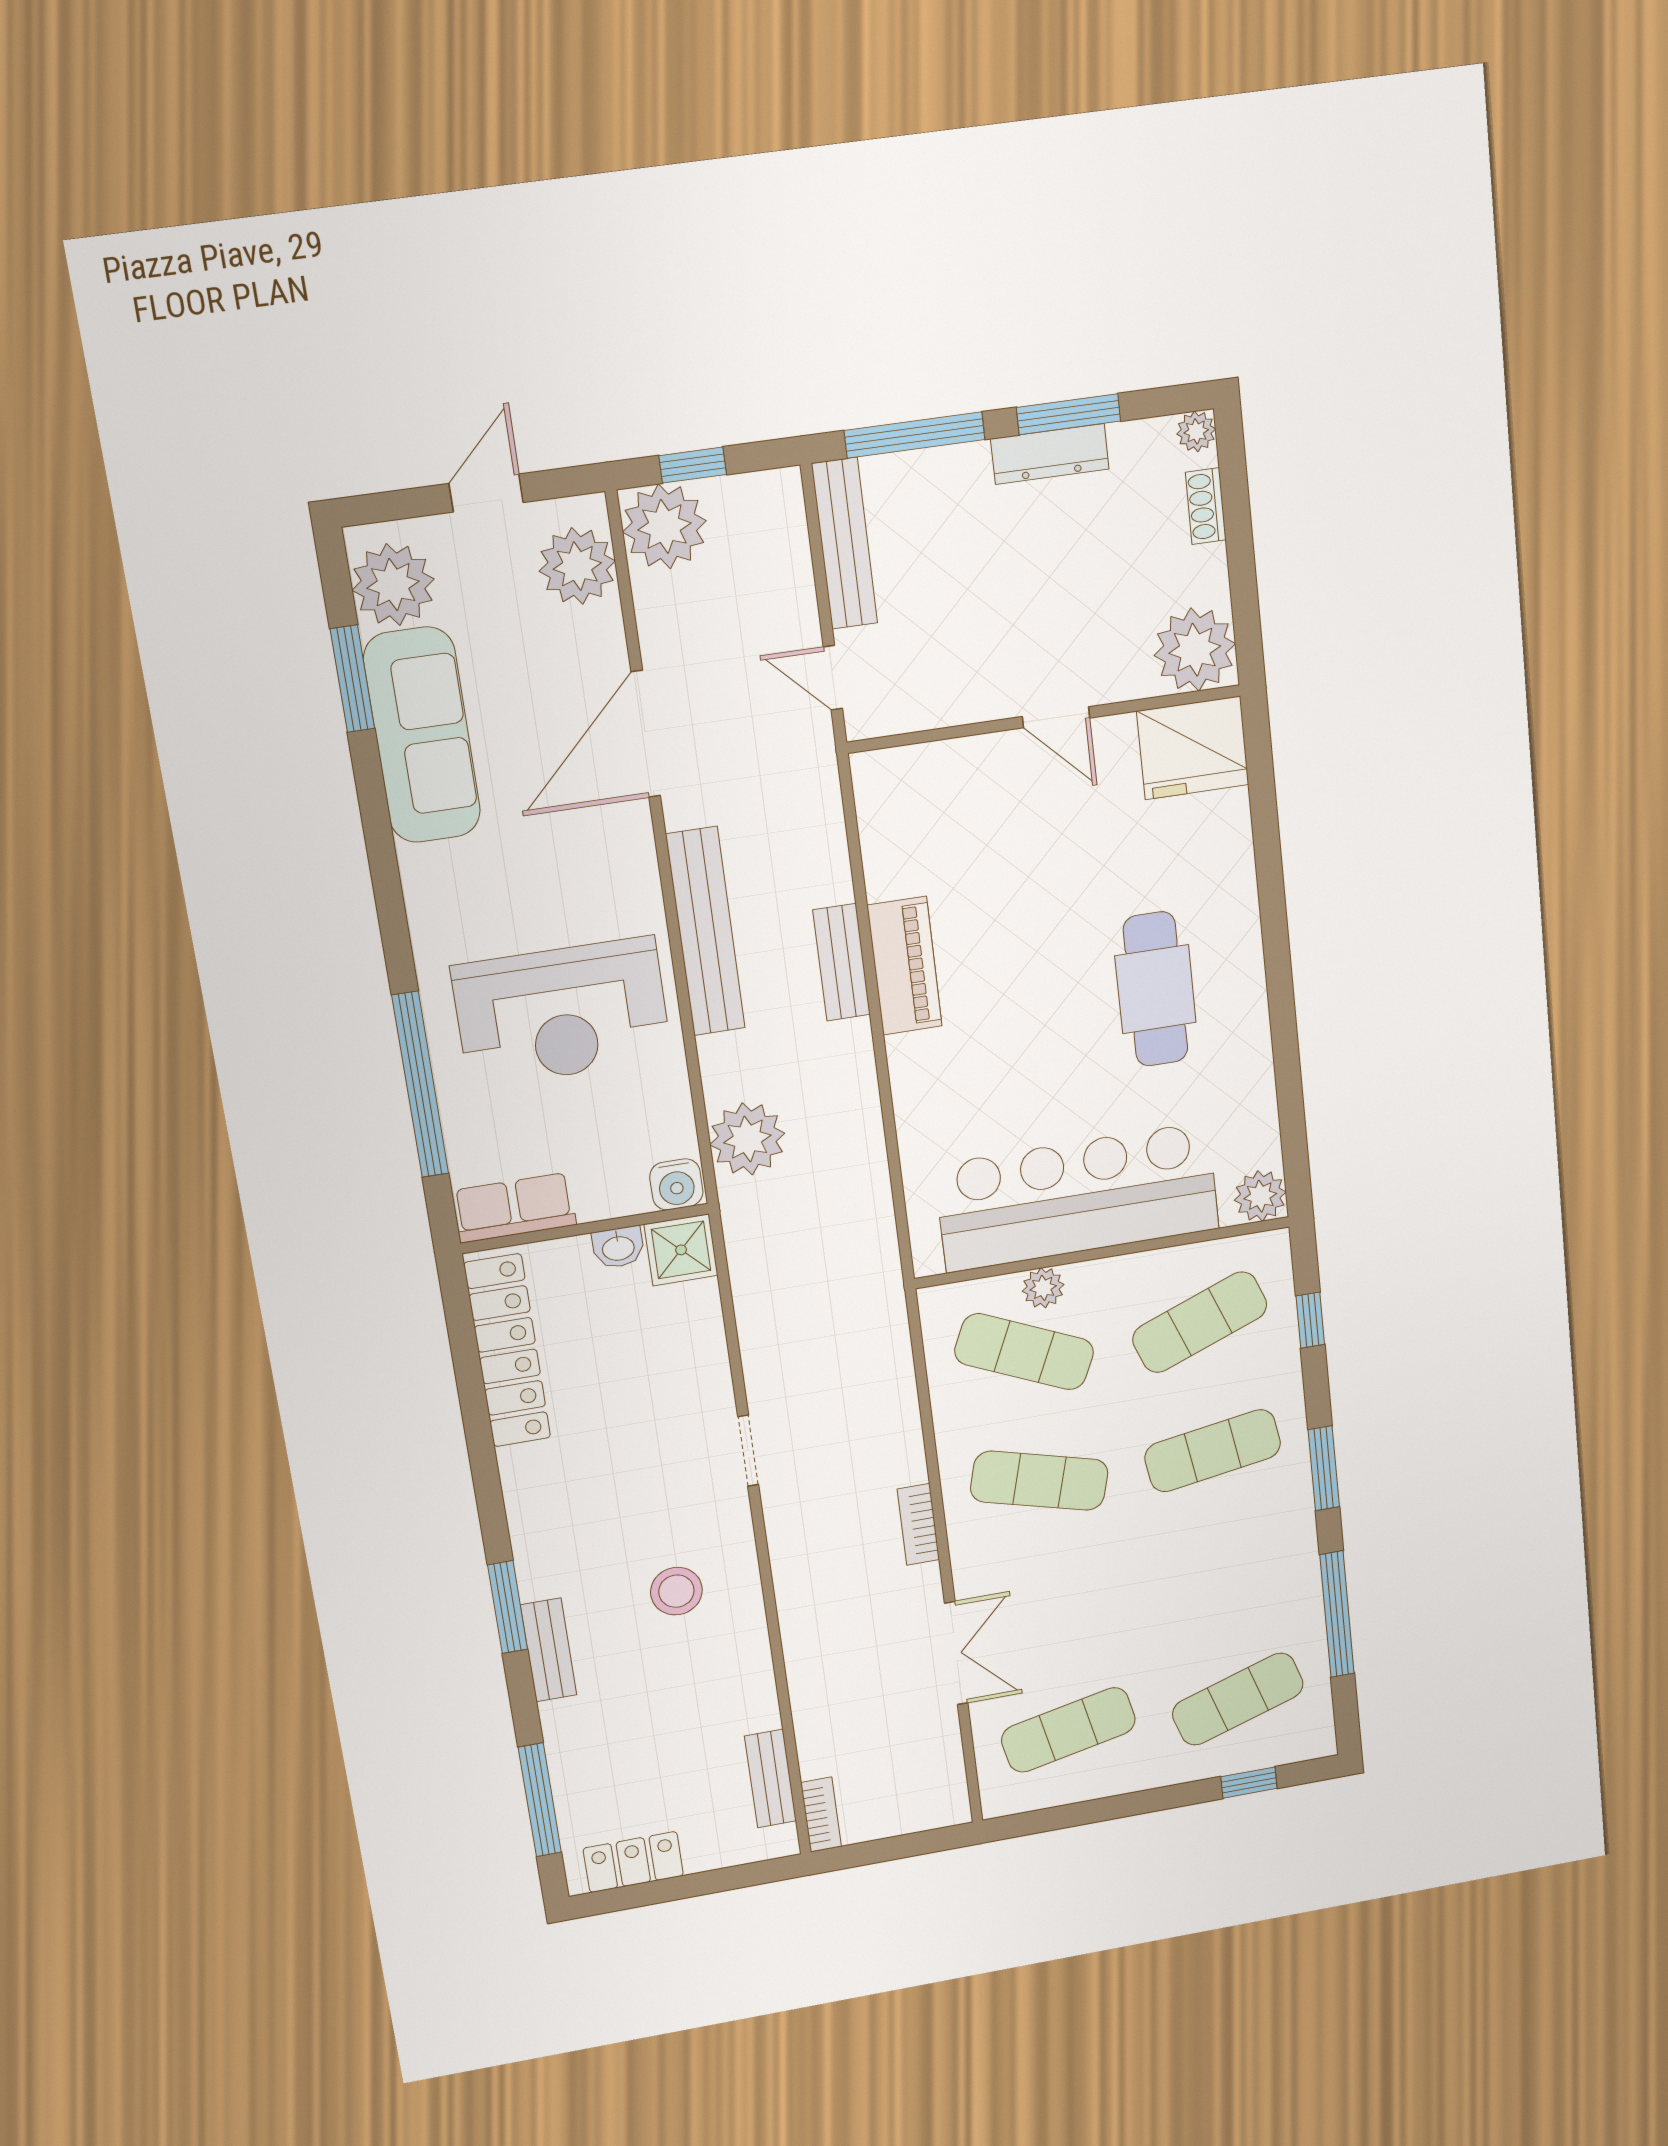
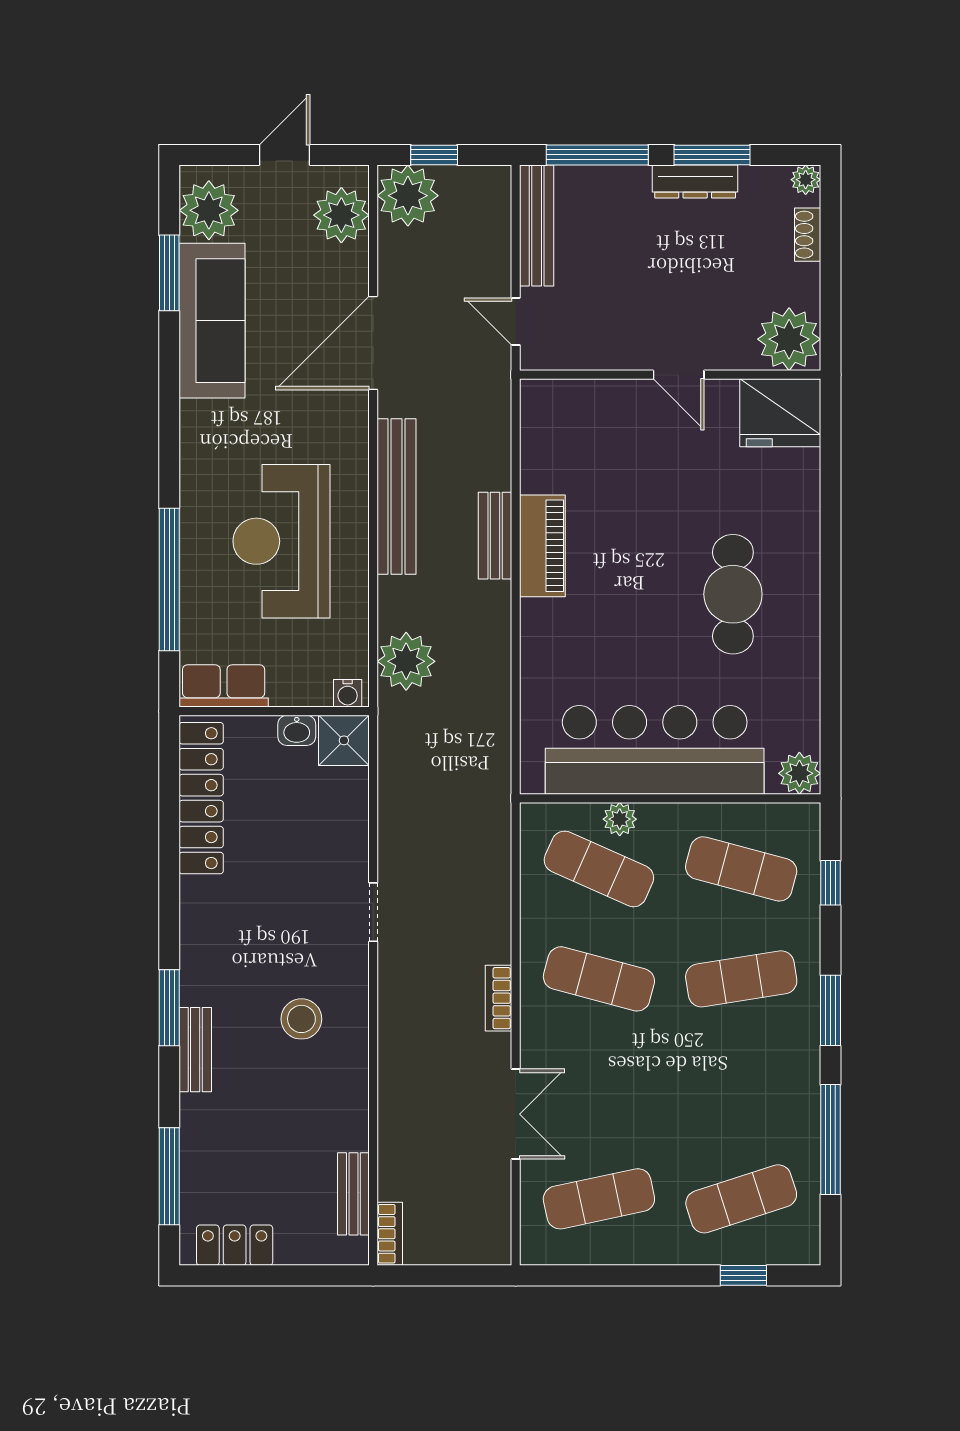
reception desk: (562, 1013) -> (281, 541), turned 90
water cooler: (676, 1184) -> (348, 693), width x0.72, depth x0.72
exercise mat: (1200, 1322) -> (741, 869), turned 36

